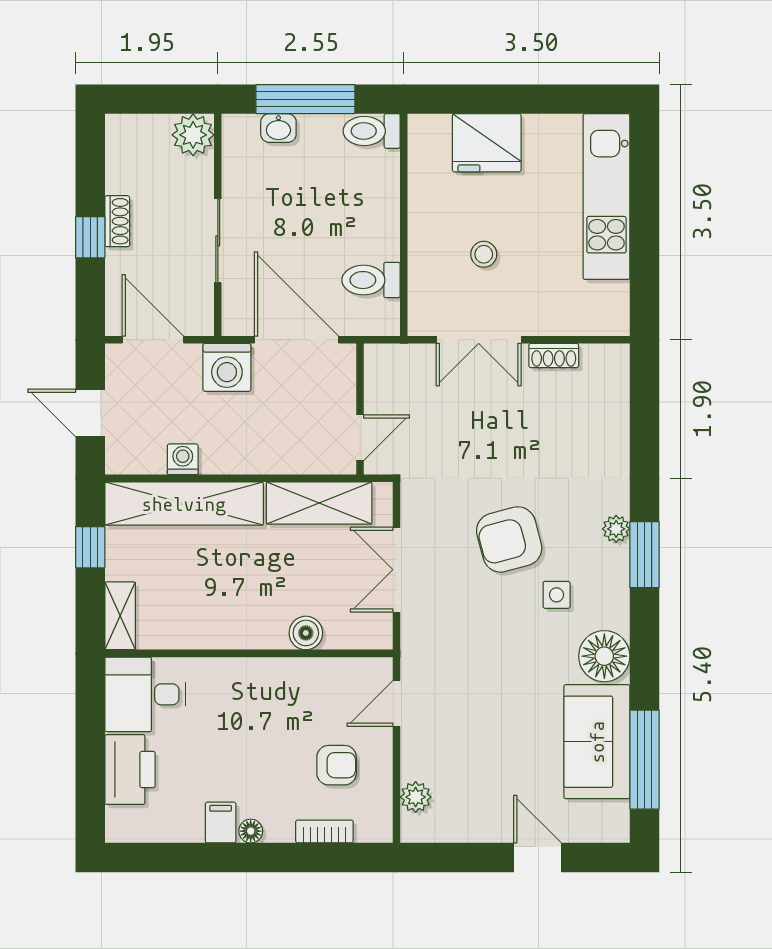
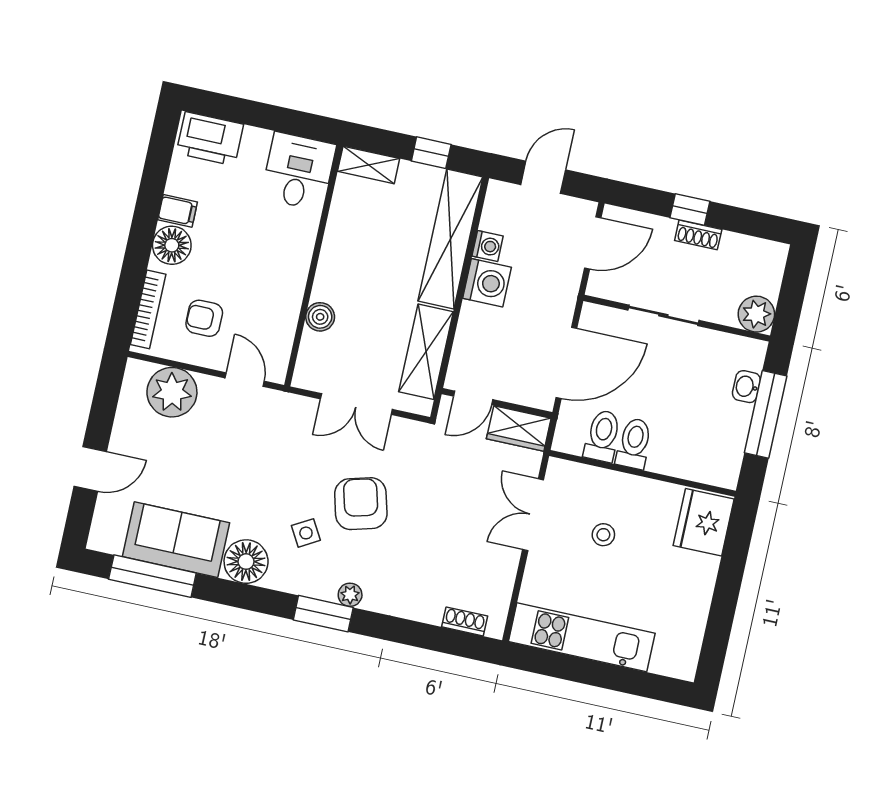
toilet: (372, 131) -> (634, 443), moved
fridge: (487, 143) -> (704, 522), moved
kitchen unit: (606, 197) -> (582, 637), moved
shoe rack: (554, 356) -> (465, 621), moved, turned 90
washing machine: (227, 367) -> (487, 283), moved, turned 180
wardrobe: (384, 378) -> (519, 429), added
door: (360, 438) -> (473, 398), hinge flipped
double door: (396, 570) -> (356, 404), swing flipped
side table: (557, 595) -> (306, 533), turned -30
armchair: (337, 765) -> (204, 318), turned 90
printer: (130, 770) -> (210, 139), moved
plant: (416, 797) -> (172, 392), width x1.88, depth x1.88
floor lamp: (251, 831) -> (172, 245), width x1.89, depth x1.89
bookcase: (324, 831) -> (148, 309), width x1.56

